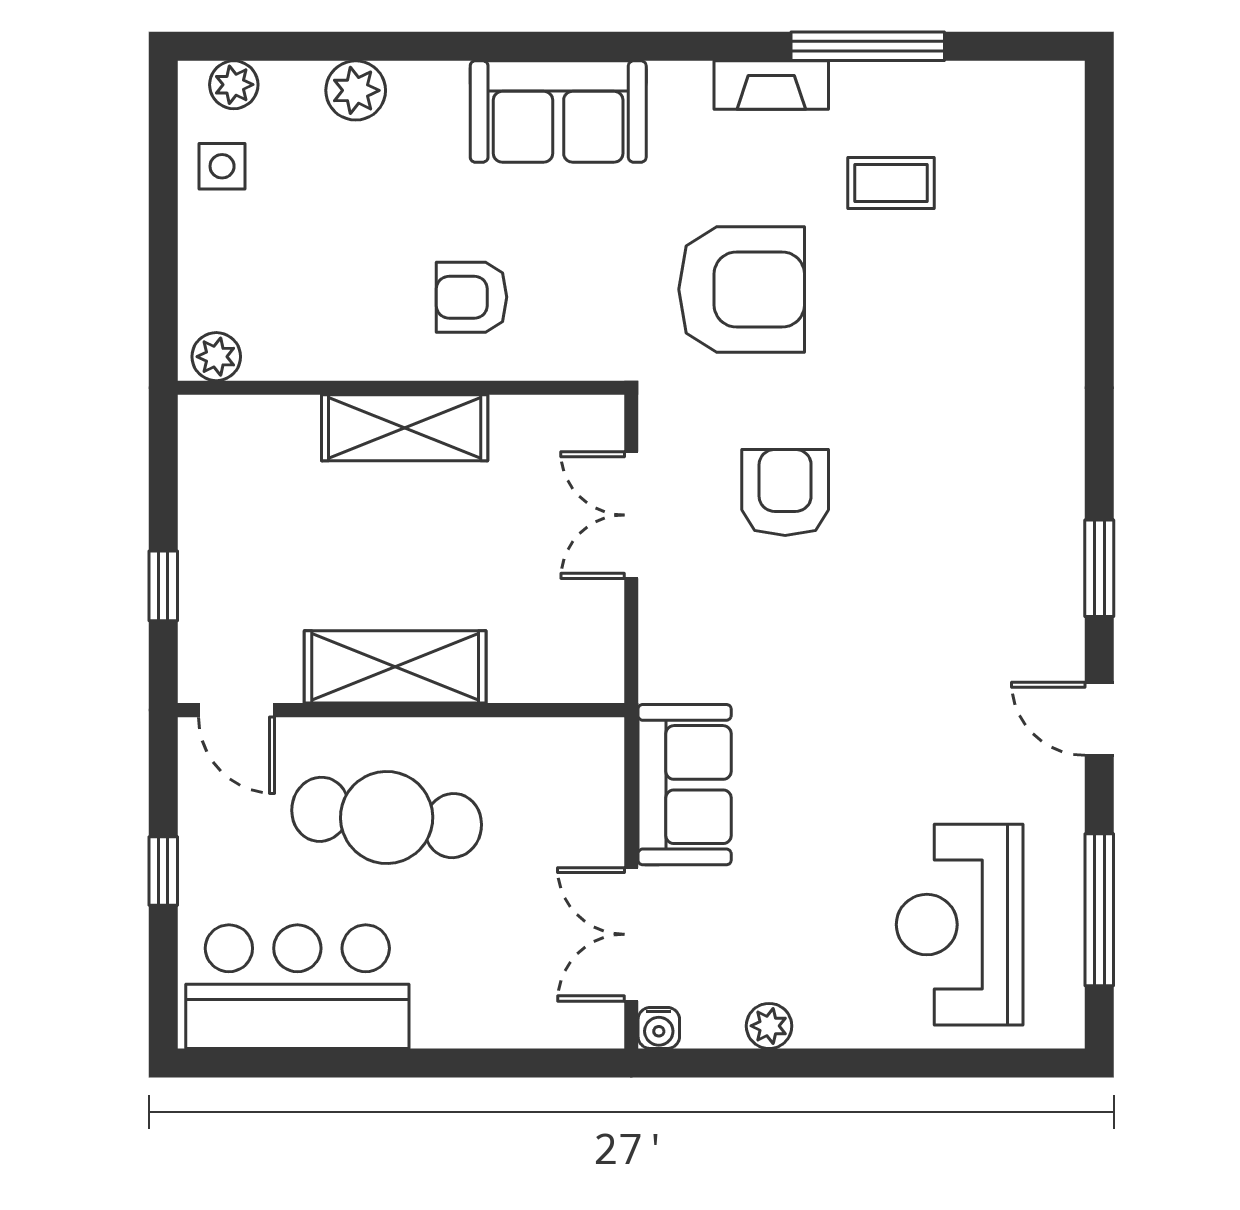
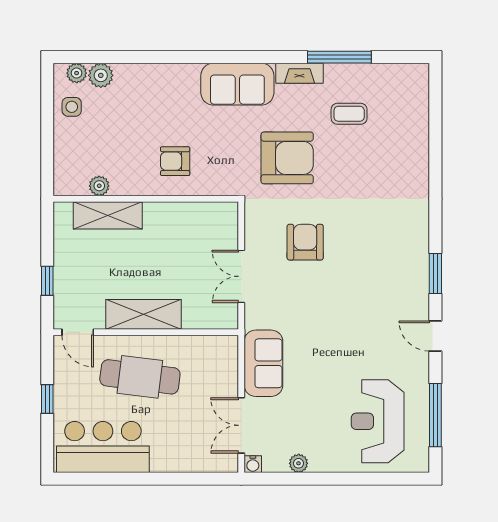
plant: (356, 90) -> (101, 75), moved
sofa: (558, 111) -> (237, 84), moved
plant: (216, 357) -> (99, 186), moved
shelving: (405, 428) -> (108, 215), moved
double door: (631, 515) -> (241, 276), moved

